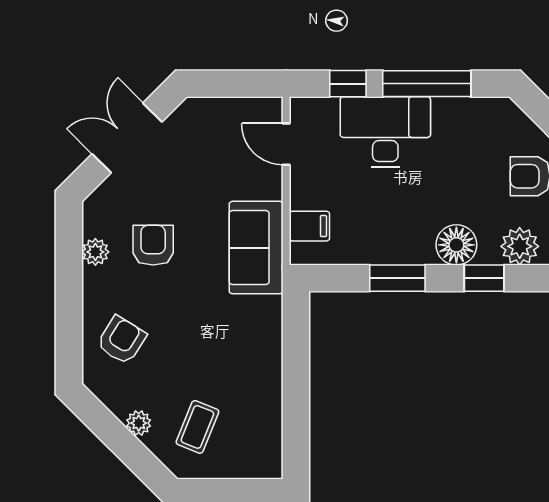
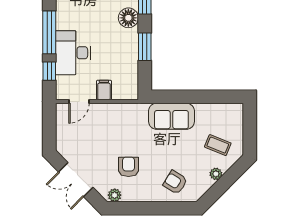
filing cabinet: (309, 226) -> (104, 90), moved
armchair: (153, 245) -> (129, 167), turned 90
sofa: (256, 248) -> (171, 116), moved
plant: (95, 252) -> (115, 195), moved

